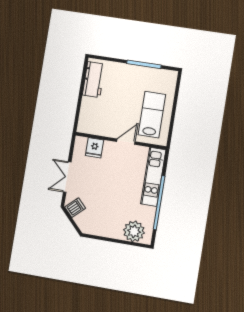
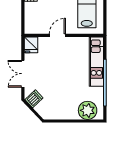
door: (126, 142) -> (57, 35), moved
fridge: (95, 148) -> (31, 45), moved

